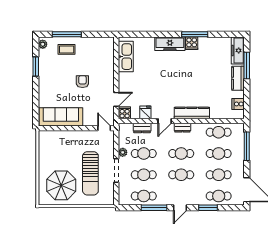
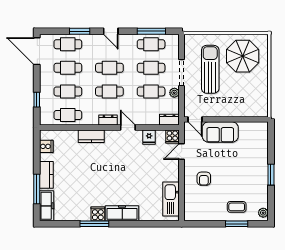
window: (67, 34) -> (237, 224), width x0.69
window: (36, 66) -> (271, 175), moved
armchair: (82, 82) -> (204, 179), moved
kitchen counter: (192, 113) -> (91, 136), width x0.67
sofa: (61, 117) -> (220, 132), moved, width x0.73
door: (165, 121) -> (128, 127), hinge flipped
dresser: (142, 128) -> (169, 120), moved
window: (247, 146) -> (37, 100), width x0.46
window: (154, 208) -> (151, 31), moved
door: (180, 208) -> (111, 31), swing flipped

